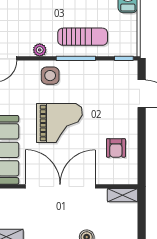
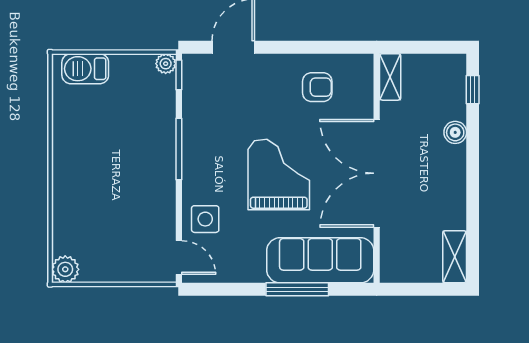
sun lounger: (83, 37) -> (145, 139), removed
plant: (40, 50) -> (166, 64), moved
side table: (50, 76) -> (205, 219), moved

